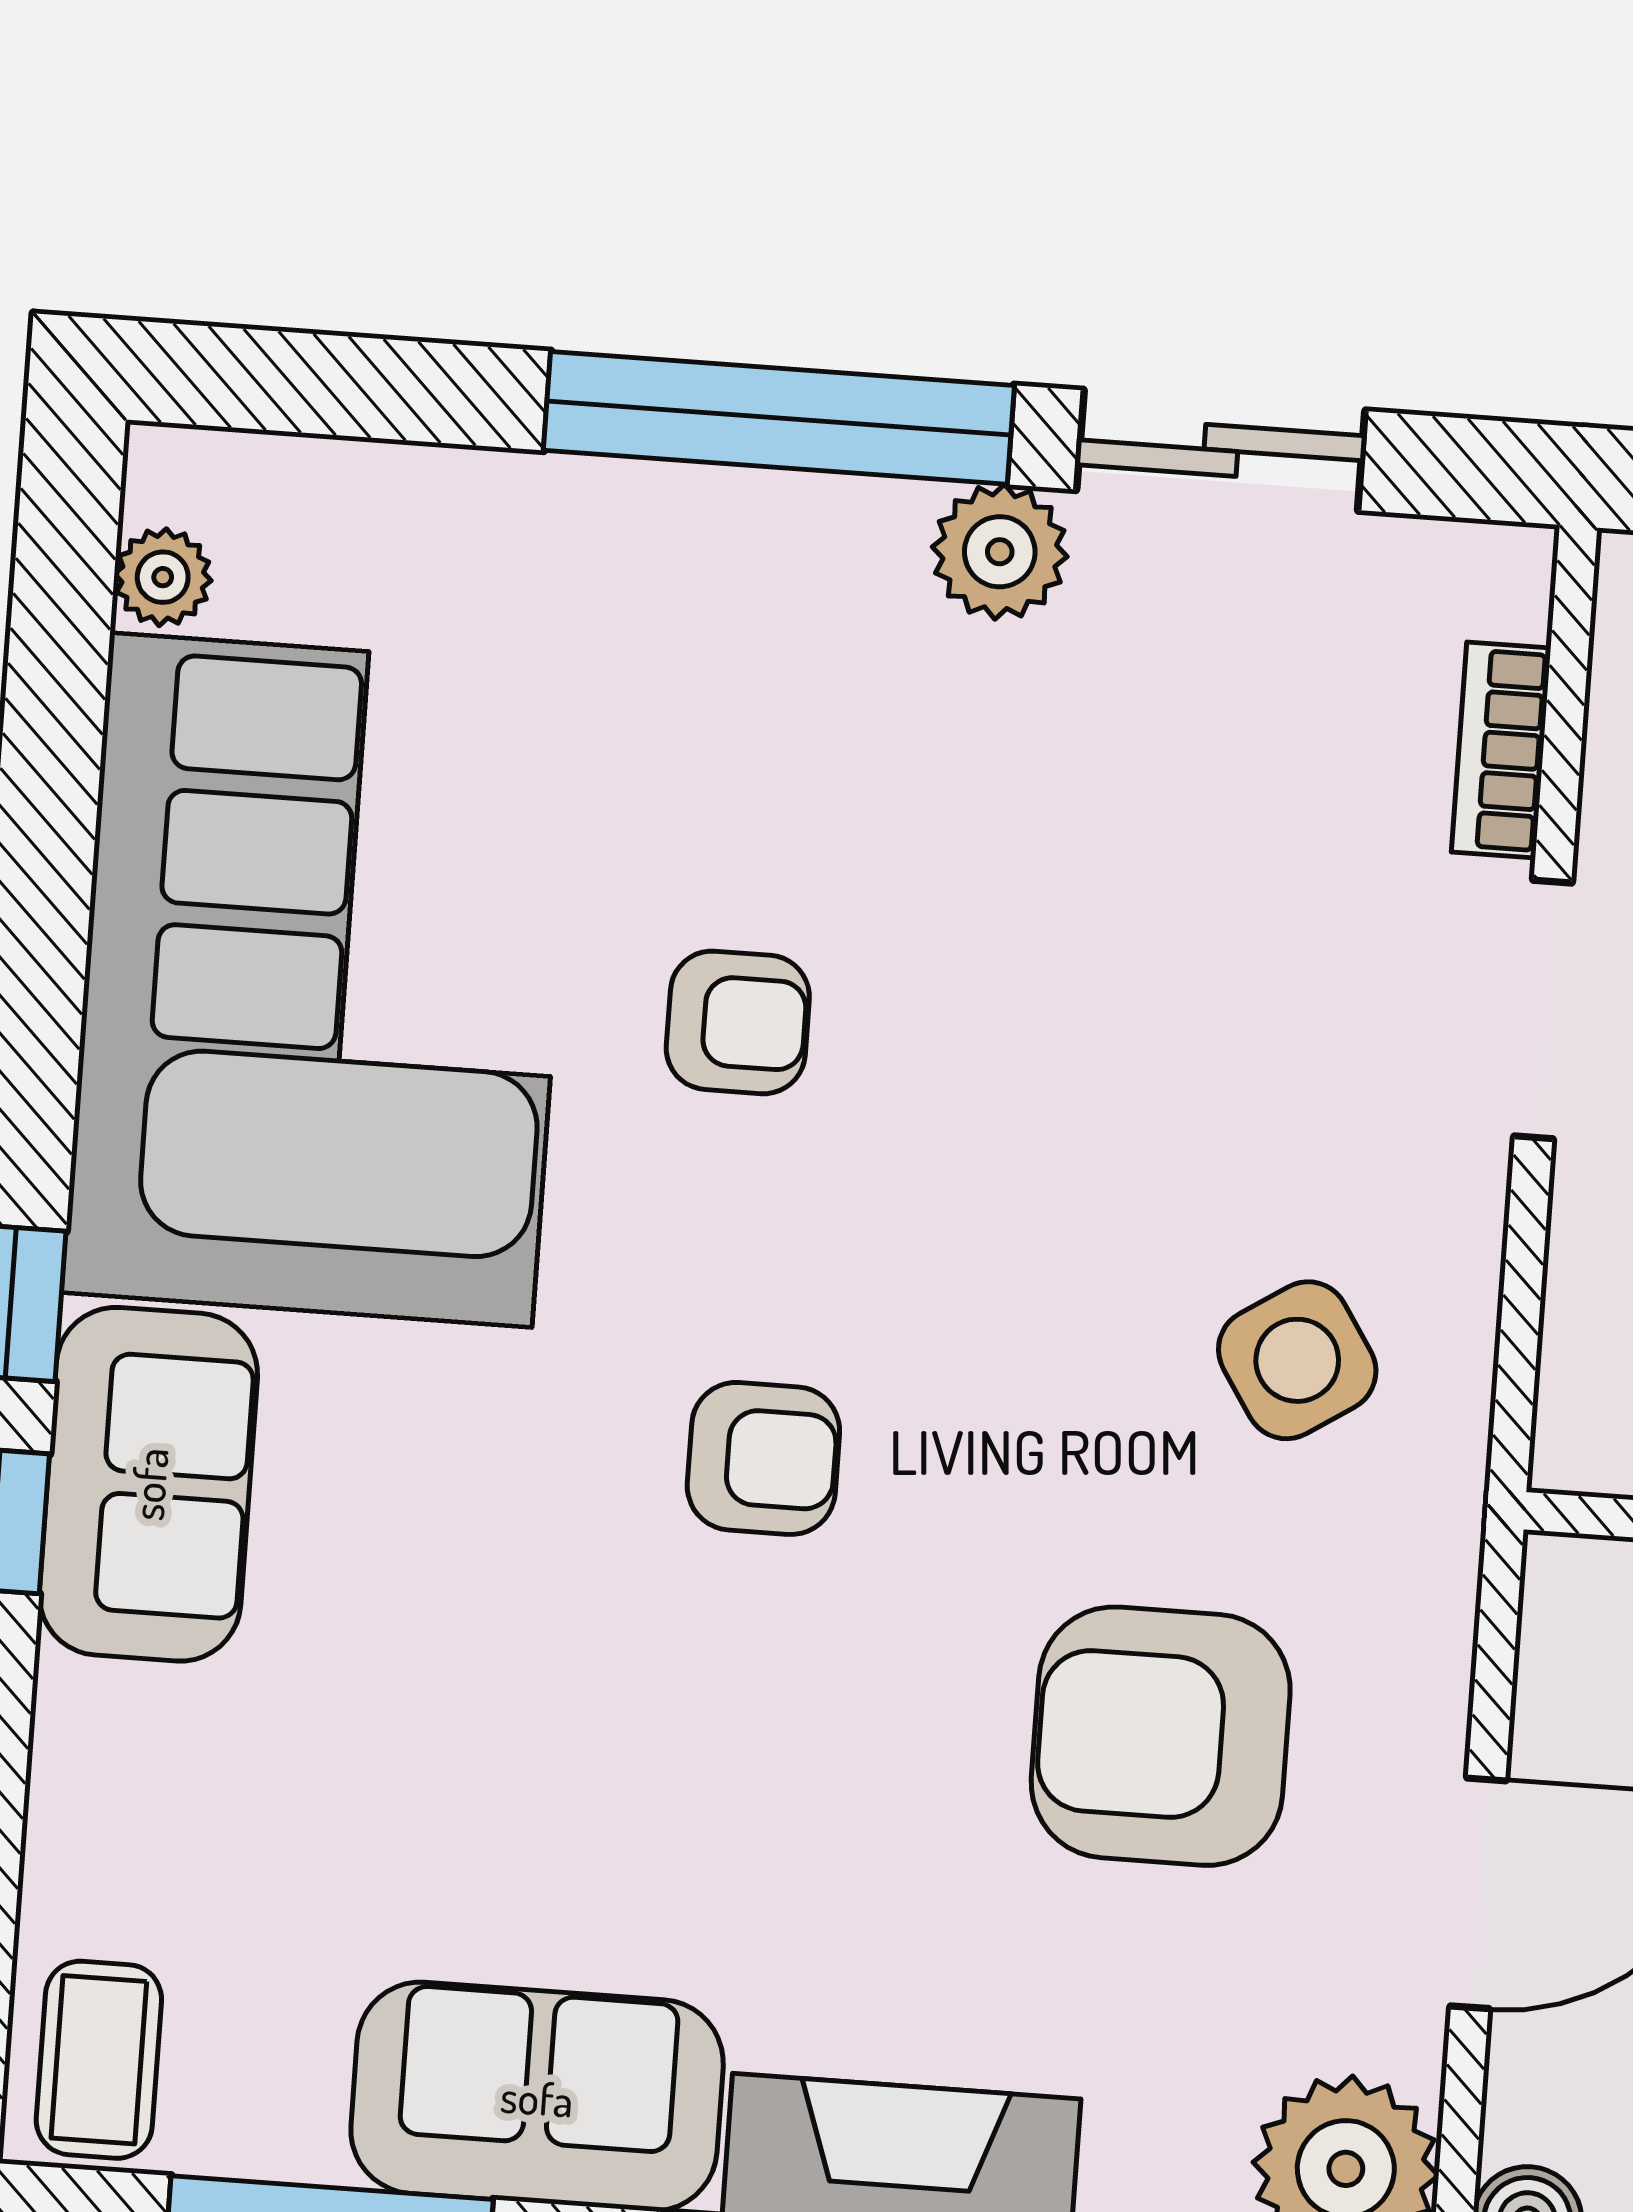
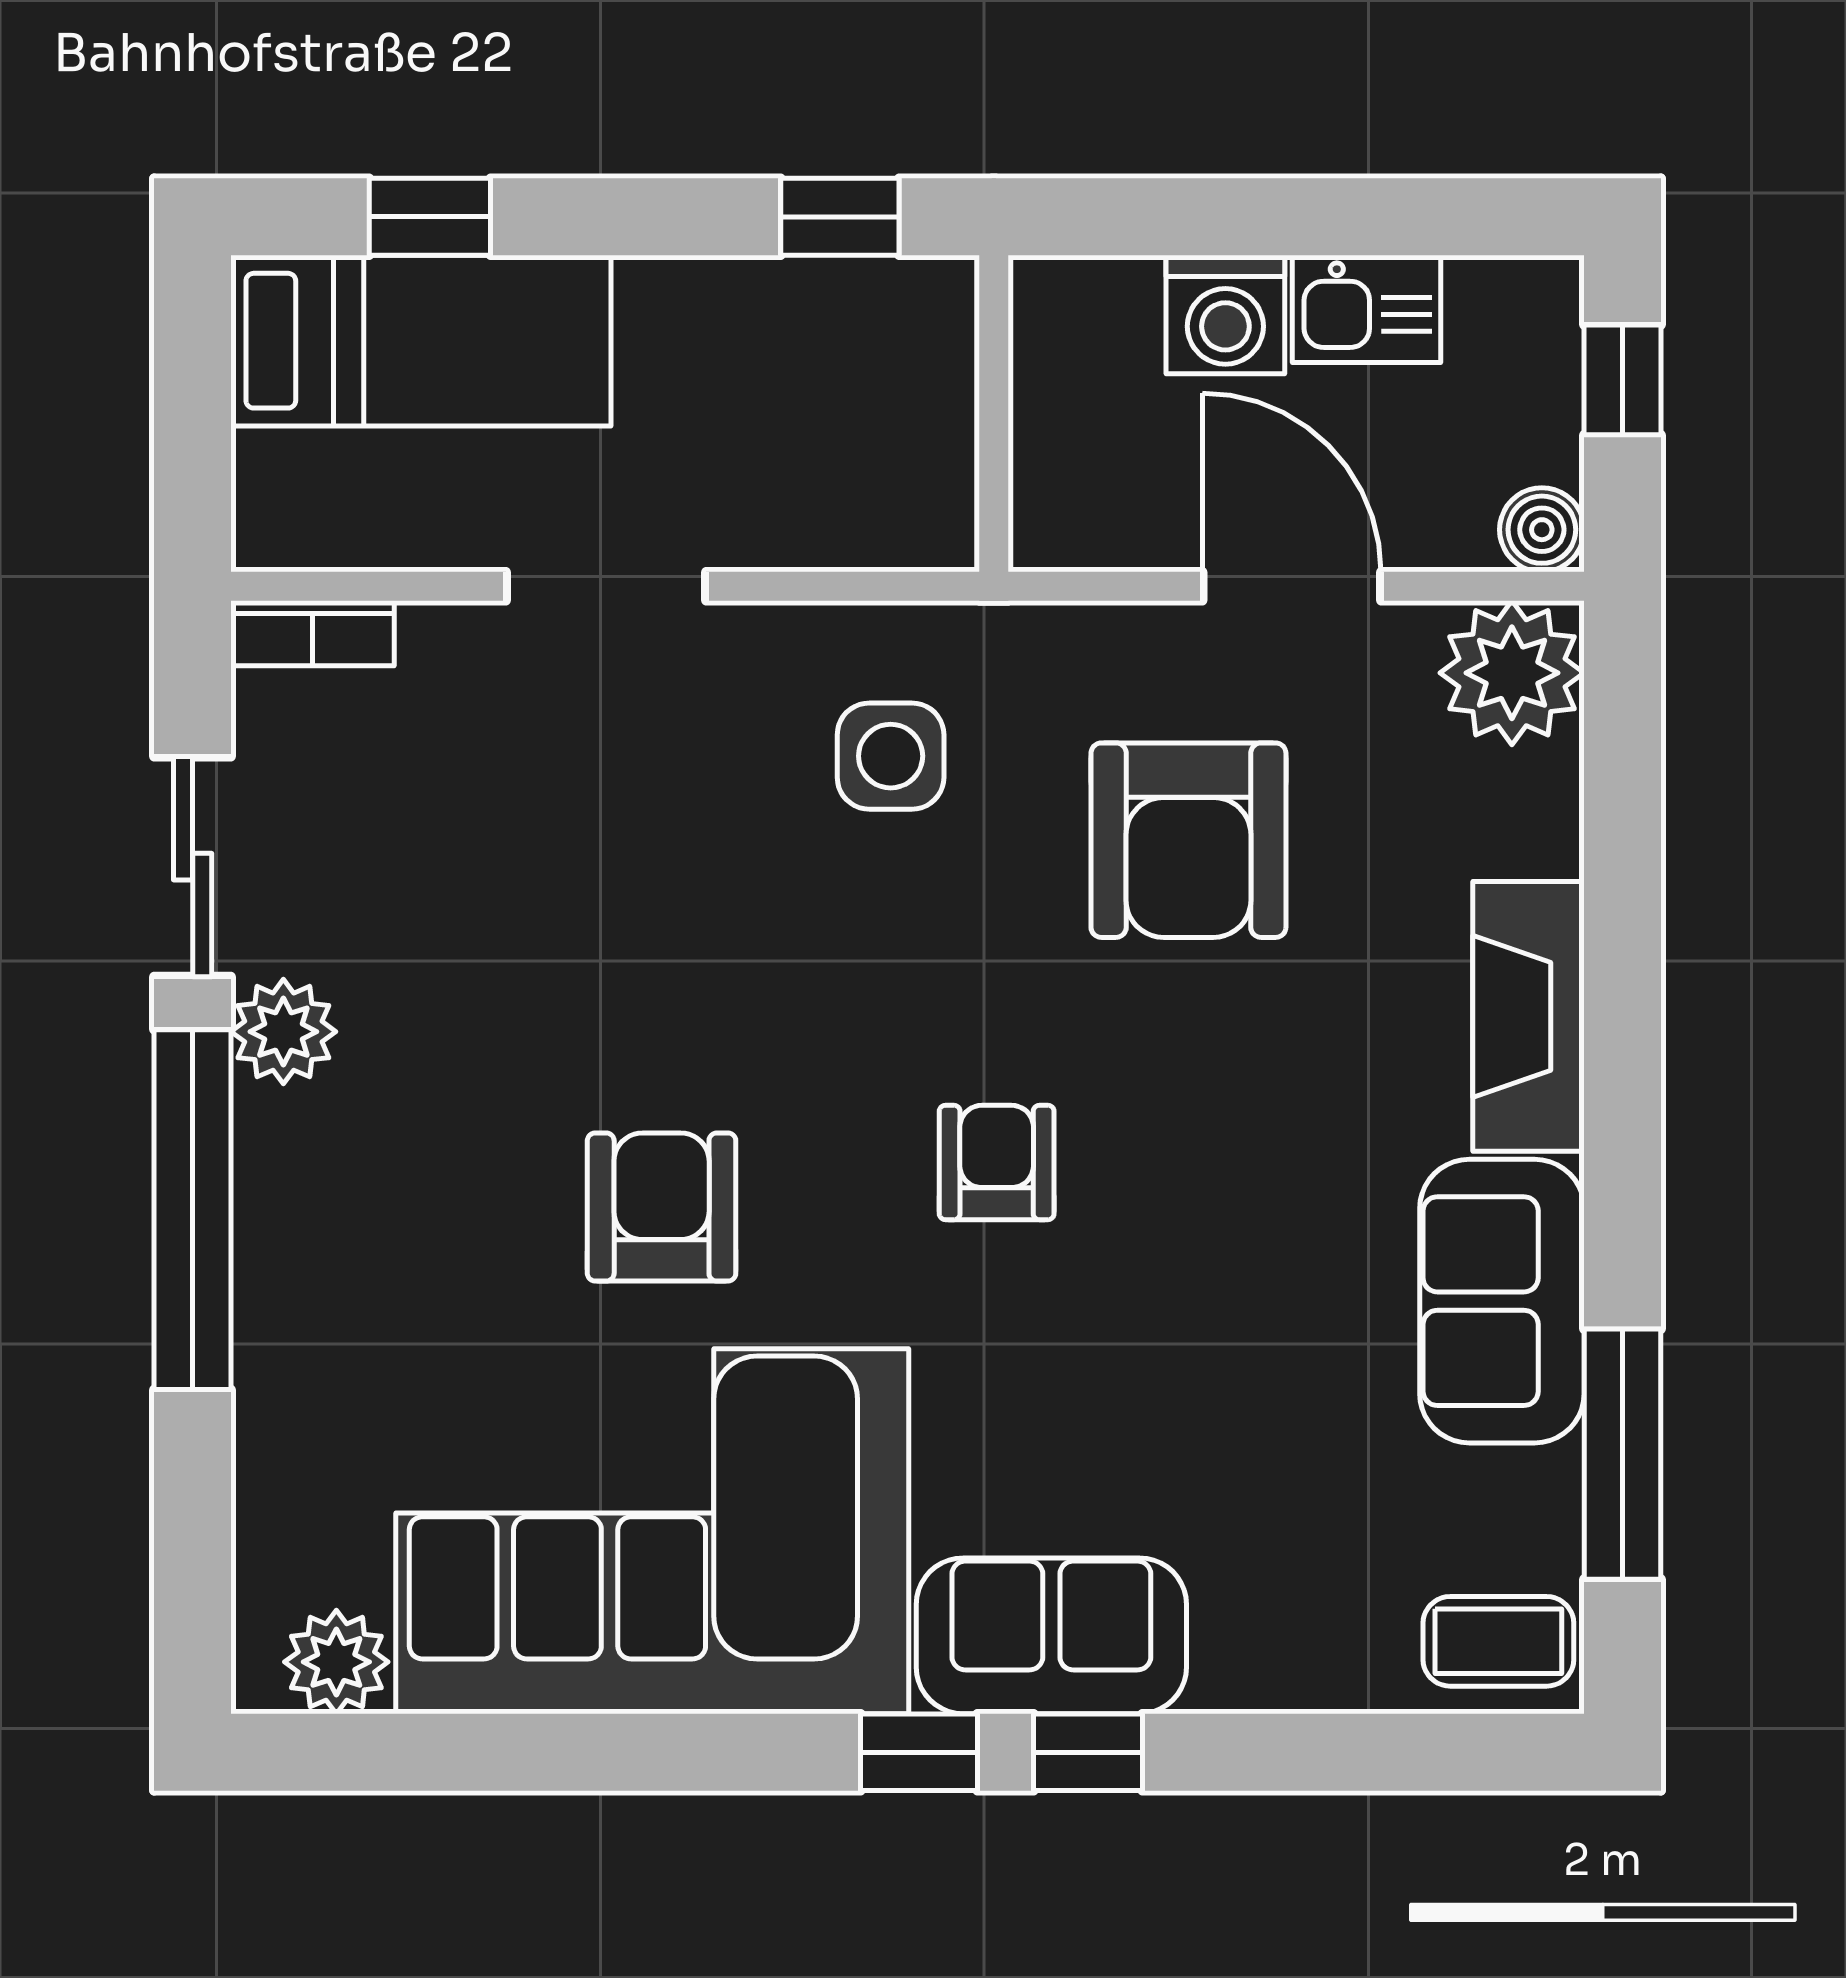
plant: (163, 577) -> (336, 1662), width x1.38, depth x1.38
bookcase: (1501, 750) -> (313, 633), moved
armchair: (738, 1022) -> (662, 1207), width x1.38, depth x1.38
side table: (1297, 1360) -> (891, 756), turned 33

